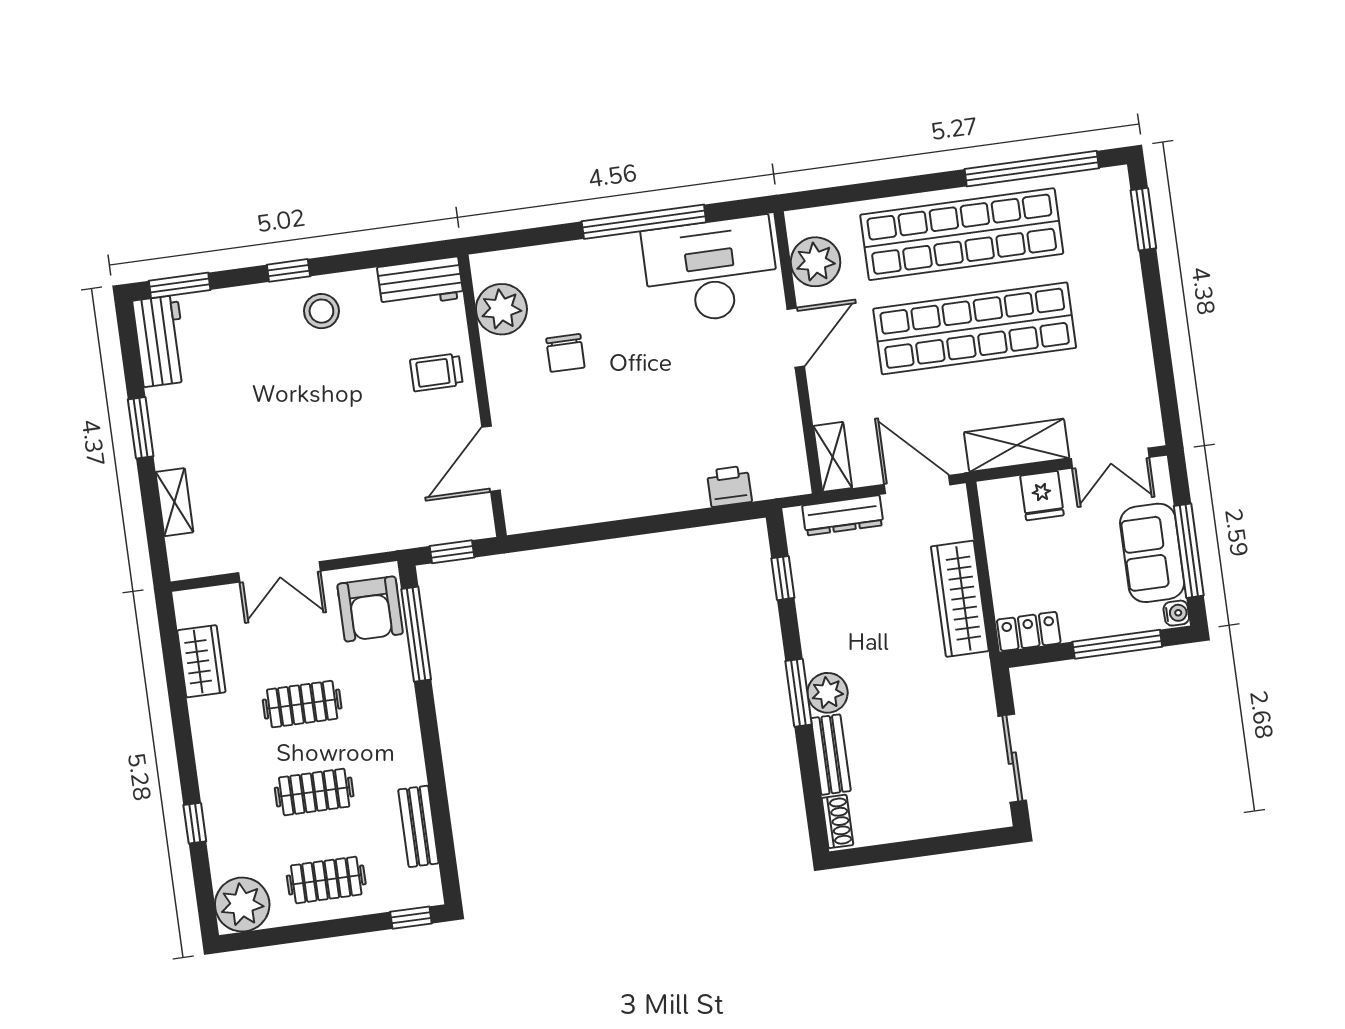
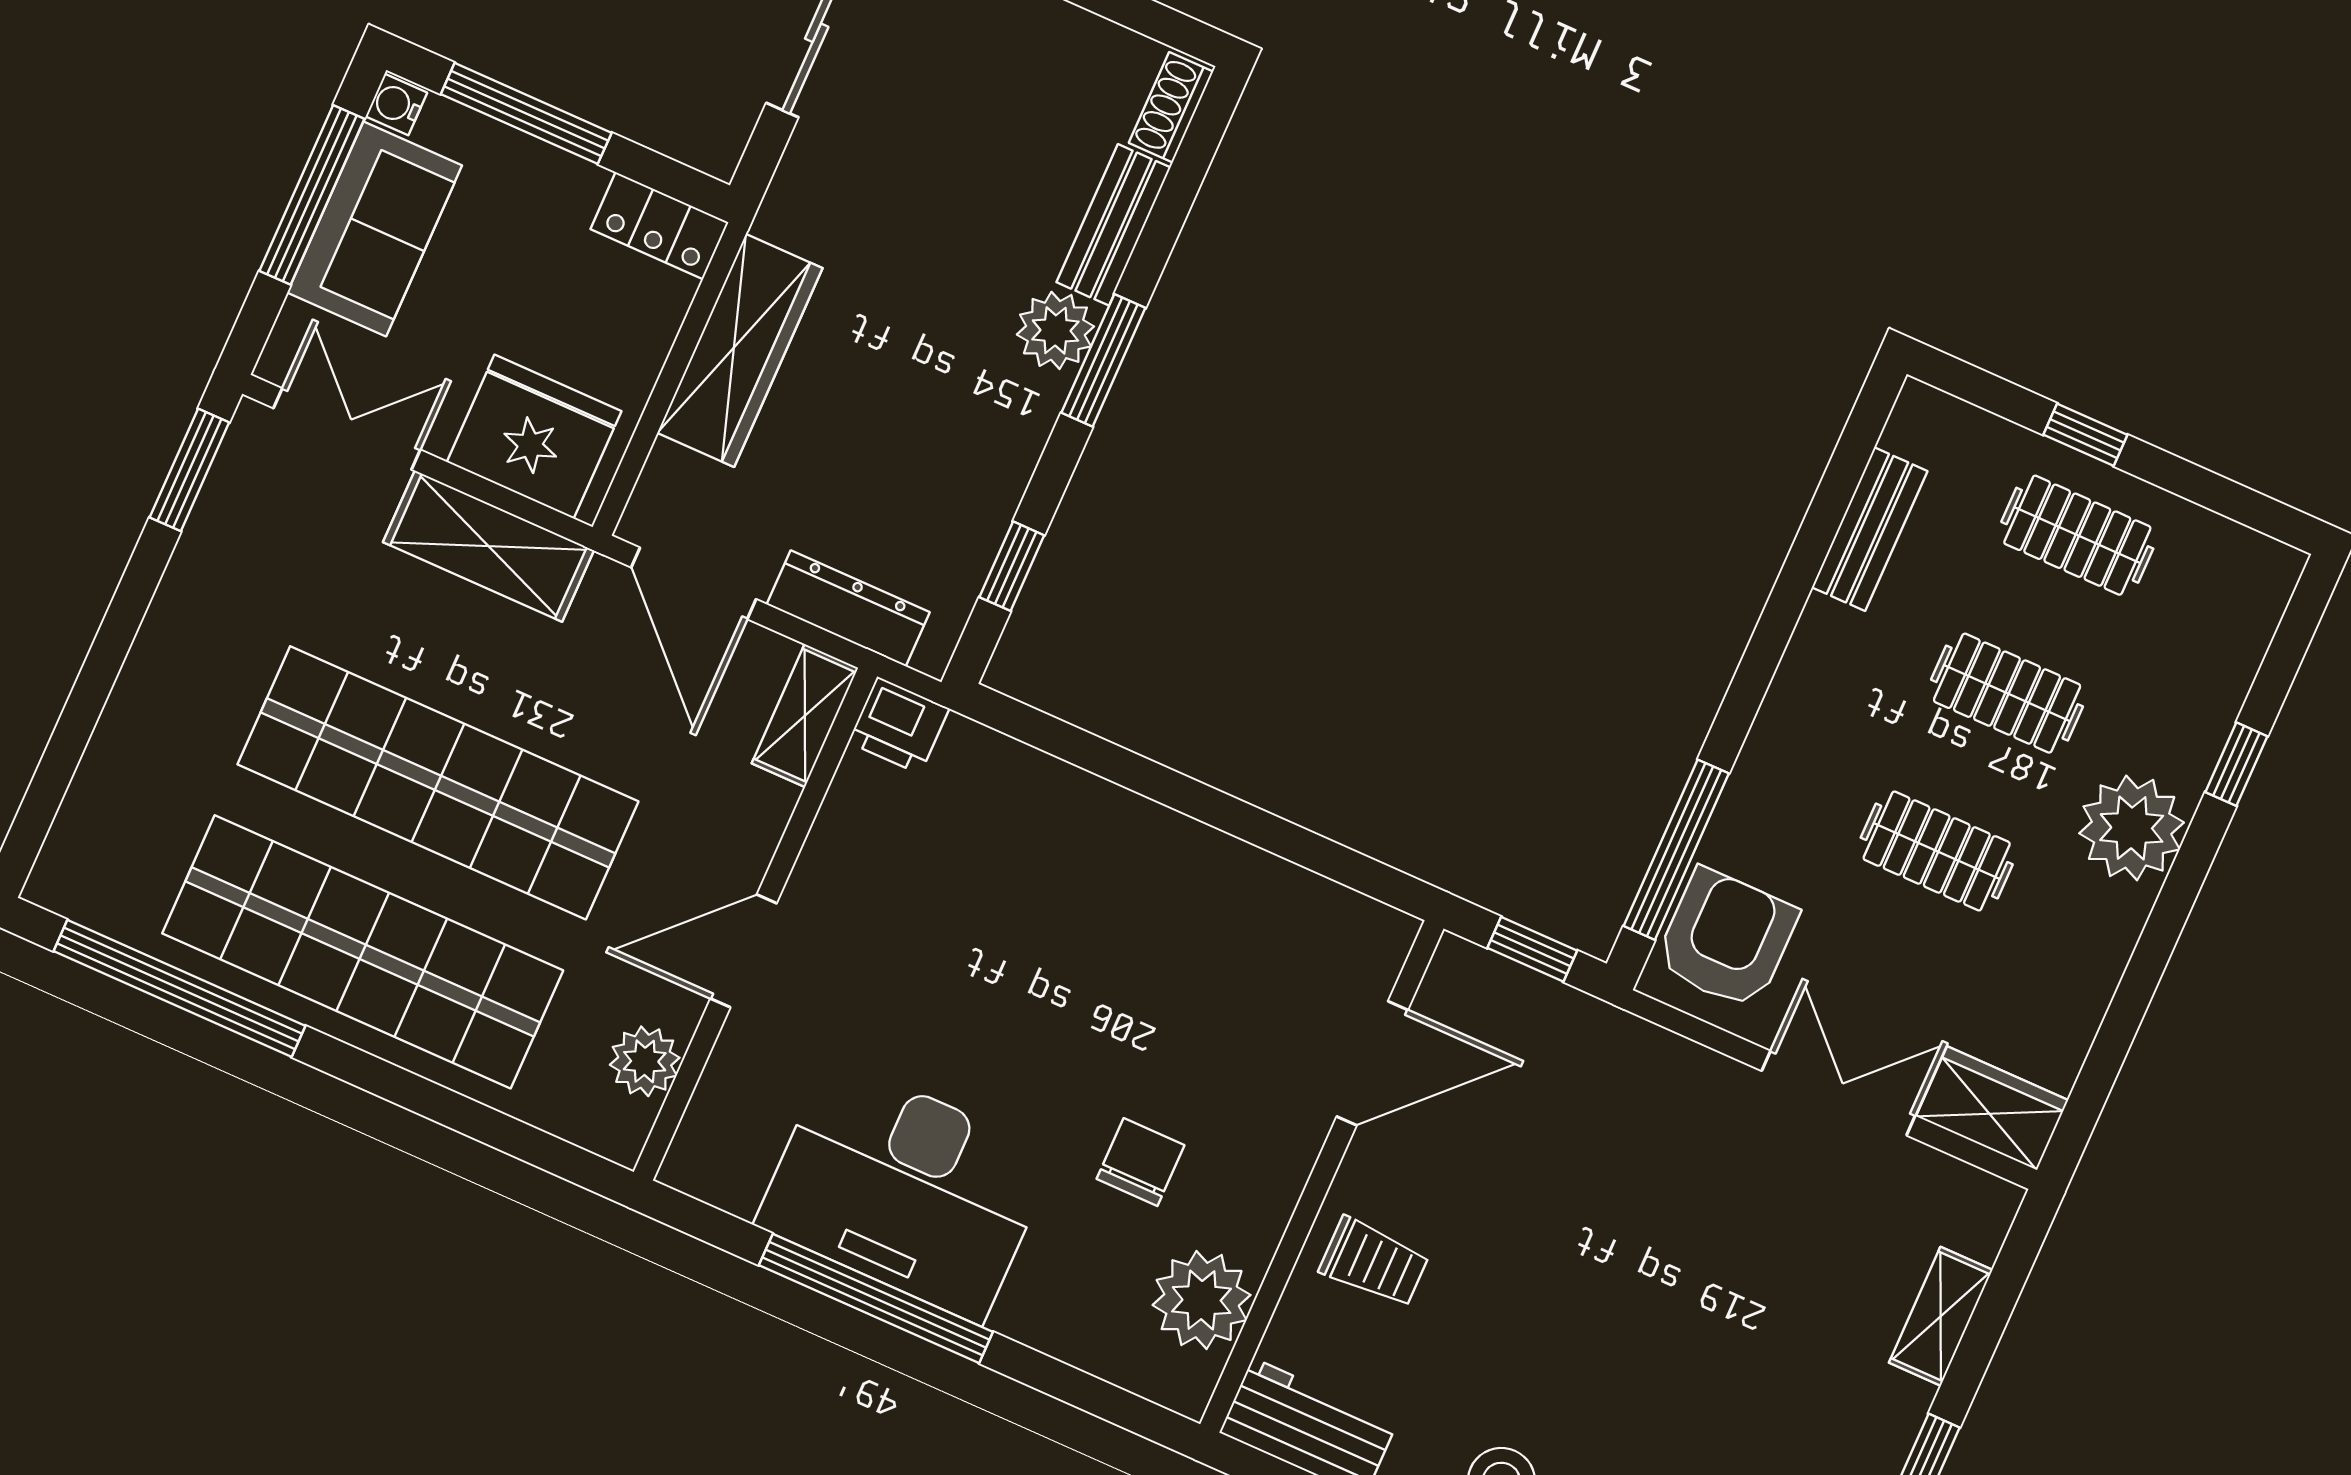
window: (1143, 219) -> (189, 470), moved
plant: (816, 262) -> (645, 1061), width x0.73, depth x0.73
desk: (711, 270) -> (906, 1190), moved
printer: (729, 486) -> (899, 725), moved
fridge: (1042, 496) -> (534, 437), width x1.88, depth x1.34
wardrobe: (201, 661) -> (1992, 1108), moved, turned 90
plant: (242, 905) -> (2132, 828), moved
window: (411, 918) -> (2085, 435), moved

